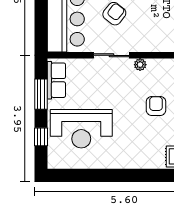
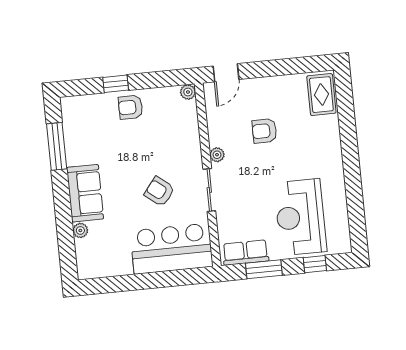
reception desk: (81, 129) -> (300, 217), turned 180

